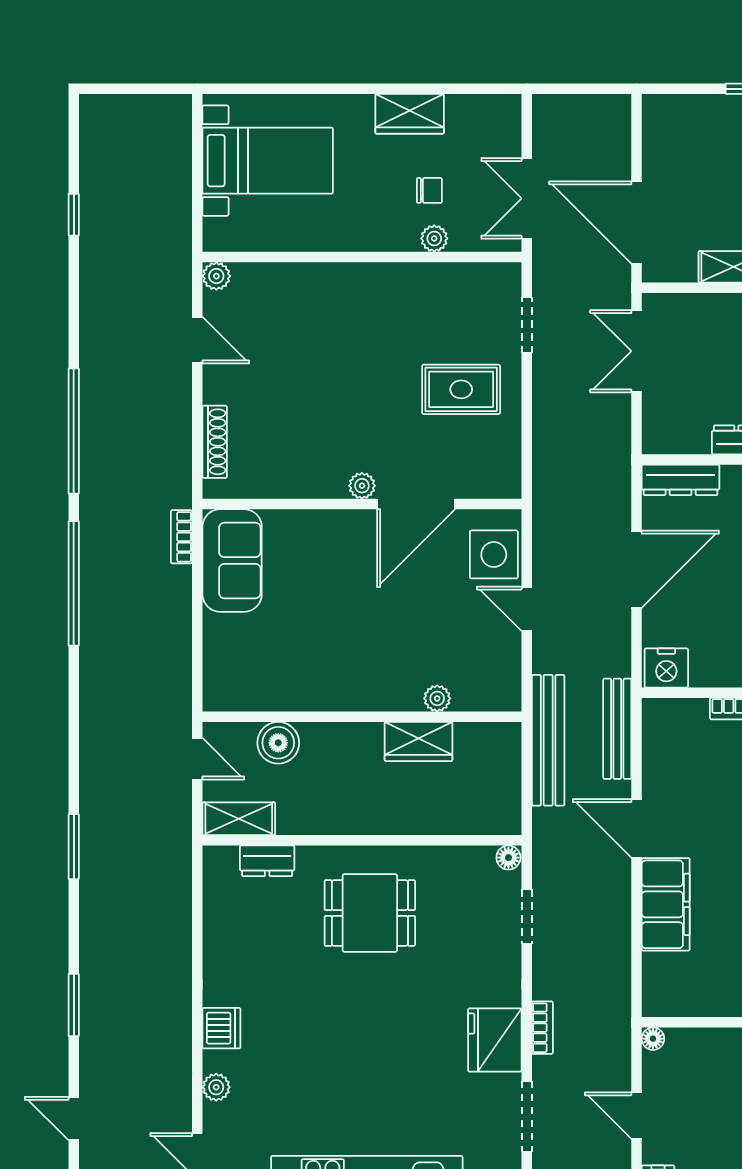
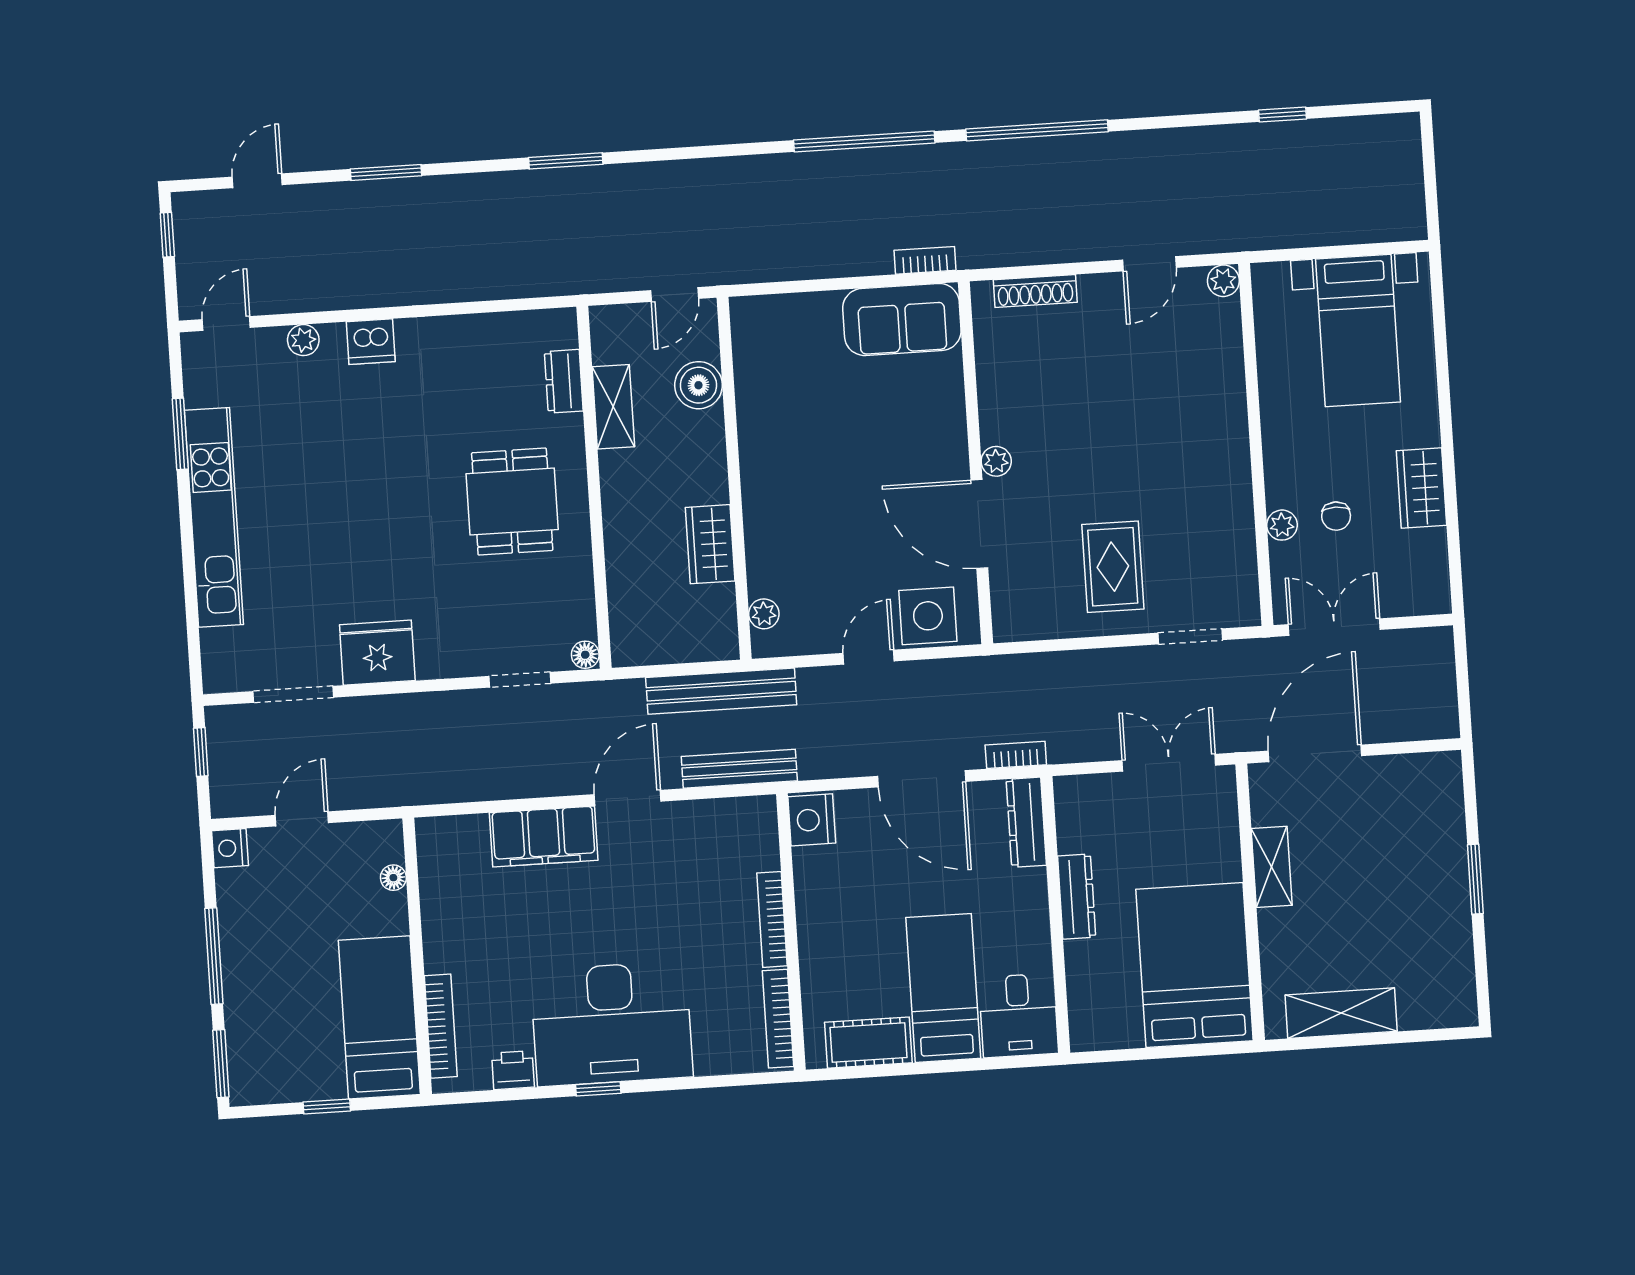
plant: (437, 698) -> (764, 614), moved
shelving: (239, 819) -> (613, 407), moved
bookcase: (542, 1028) -> (1016, 755), moved, turned 180
floor lamp: (653, 1039) -> (393, 878), moved

